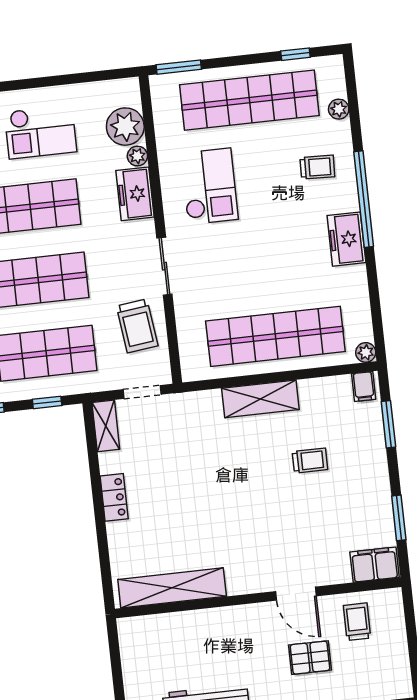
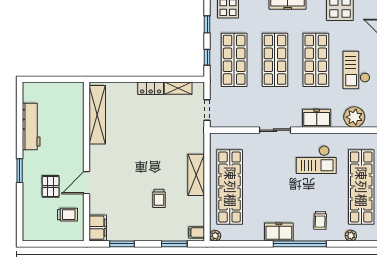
plant: (137, 156) -> (337, 122), removed
trolley: (137, 326) -> (244, 111), removed
shelving: (106, 426) -> (178, 88), moved

